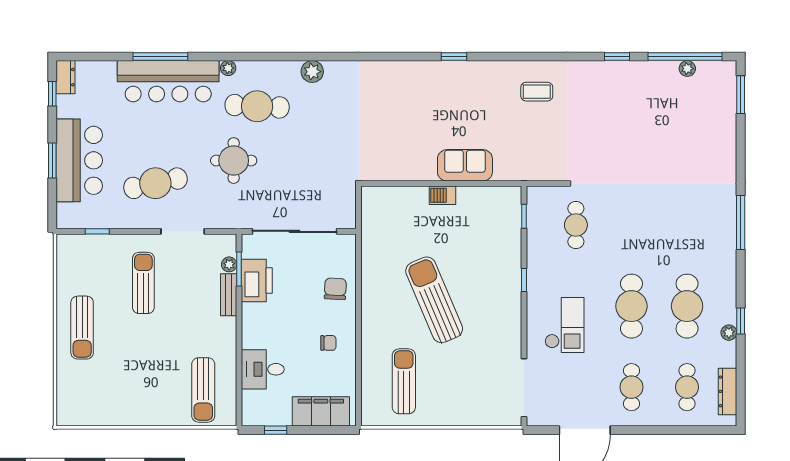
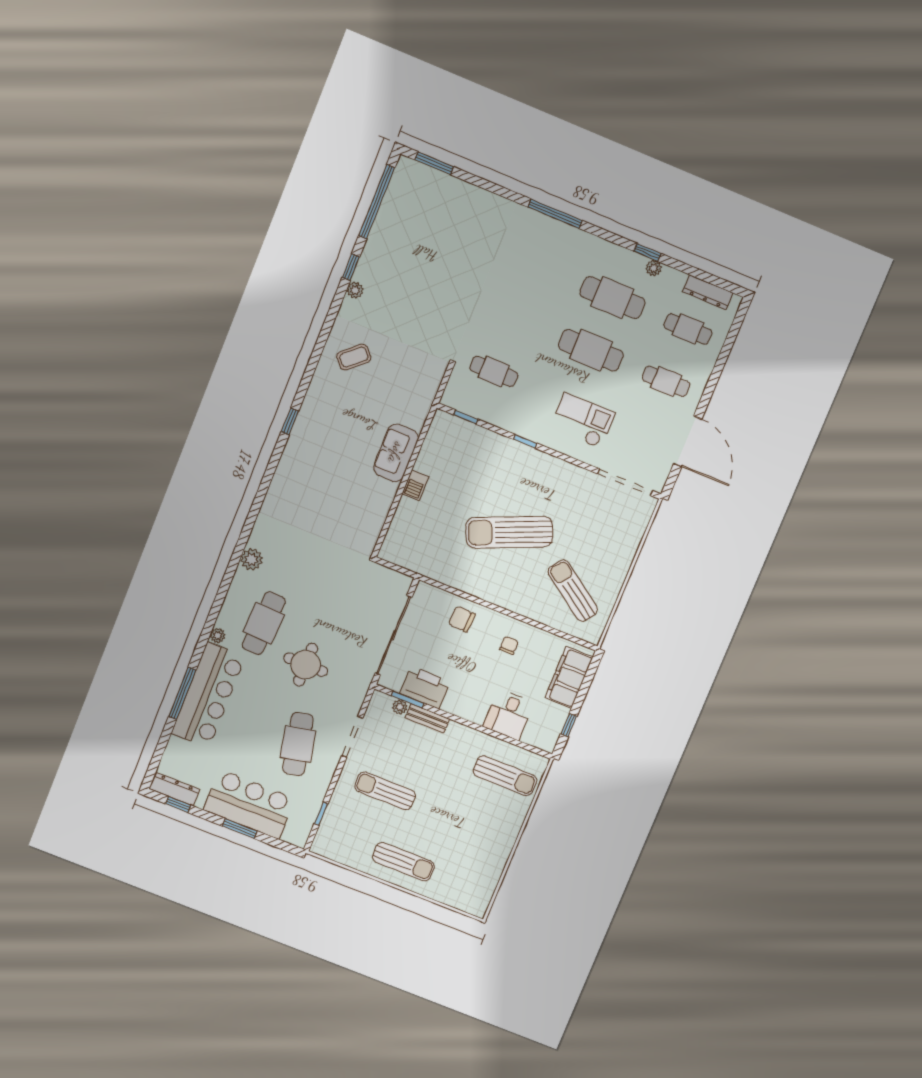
plant: (687, 69) -> (355, 290), moved
dresser: (66, 77) -> (174, 789), width x1.44
coffee table: (537, 92) -> (354, 357), turned 48
sun lounger: (404, 381) -> (573, 591), turned 35

